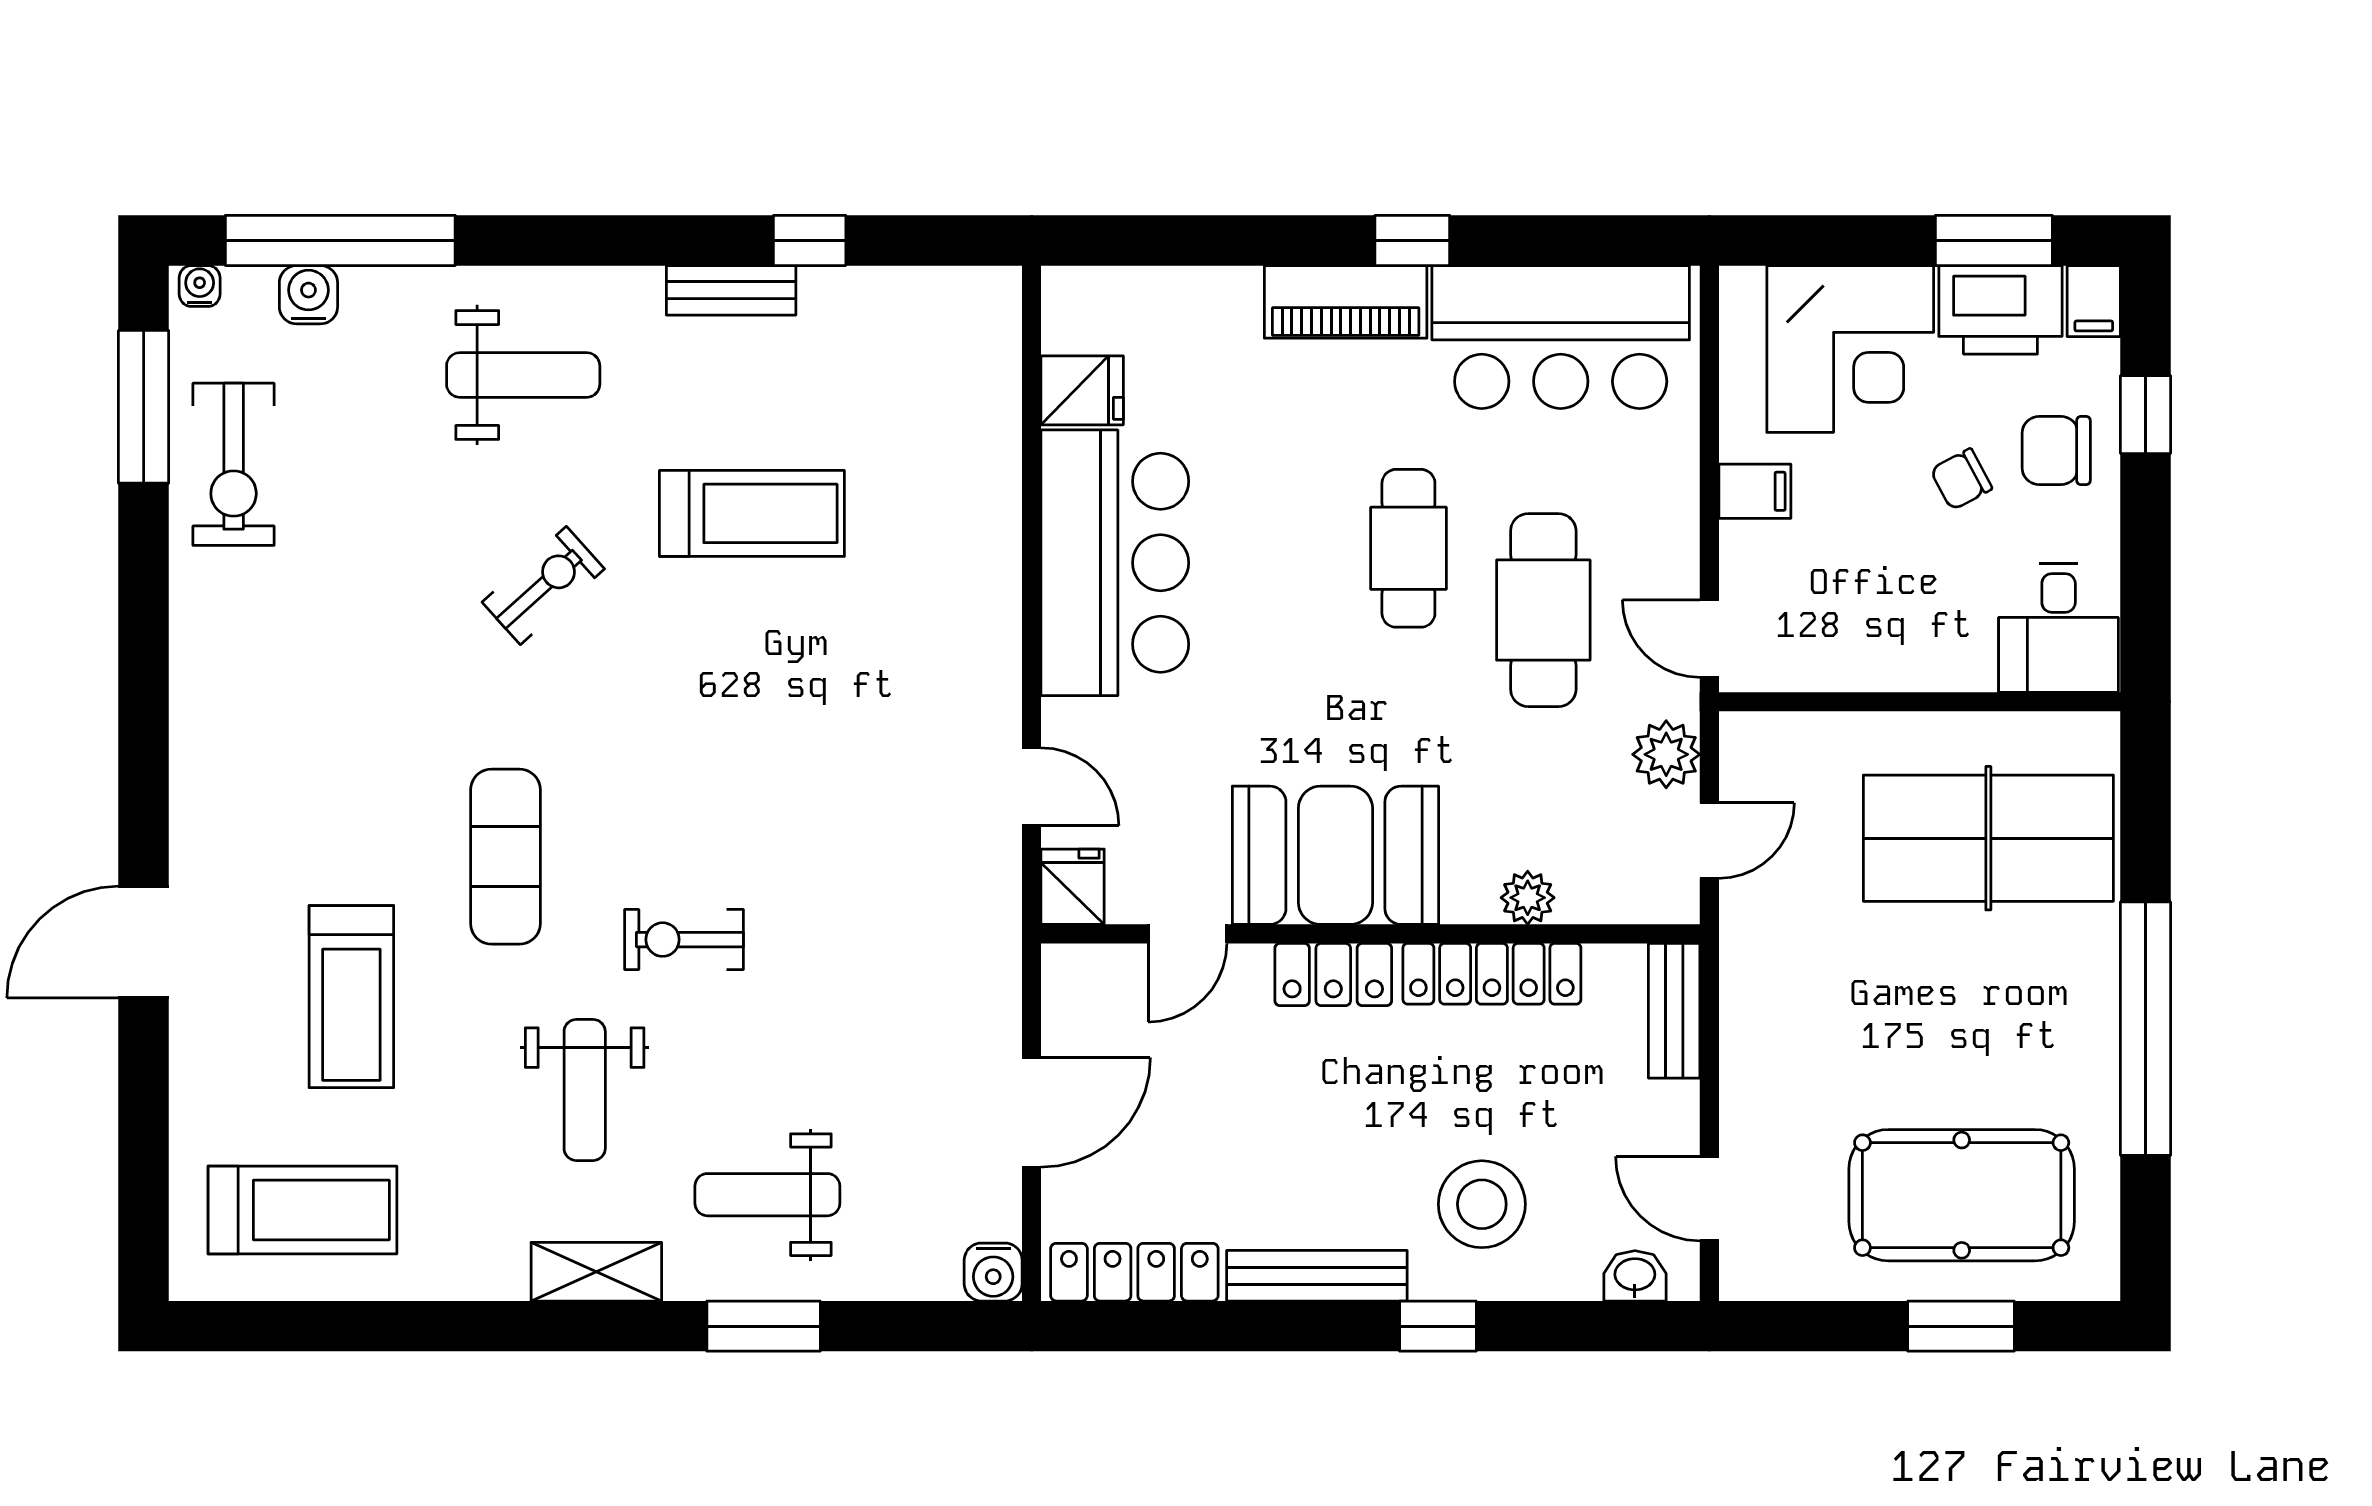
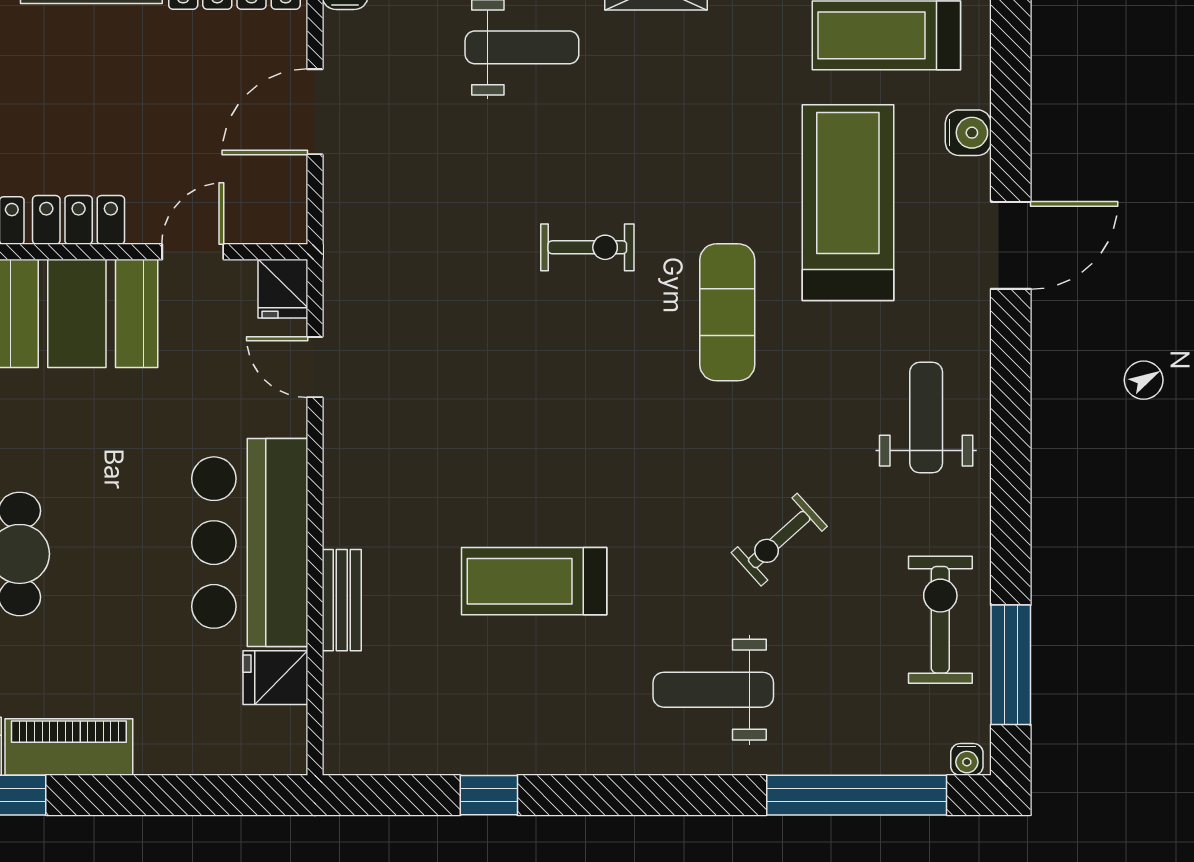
bench: (731, 290) -> (342, 600), moved, turned 90
water cooler: (308, 295) -> (968, 133), moved, turned -90
exercise bike: (543, 586) -> (779, 540), moved
treadmill: (351, 997) -> (848, 203), width x1.37, depth x1.38
weight bench: (585, 1090) -> (926, 418), moved

